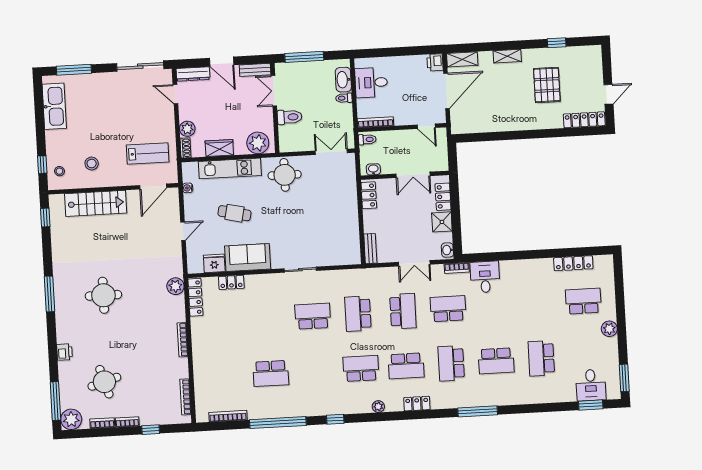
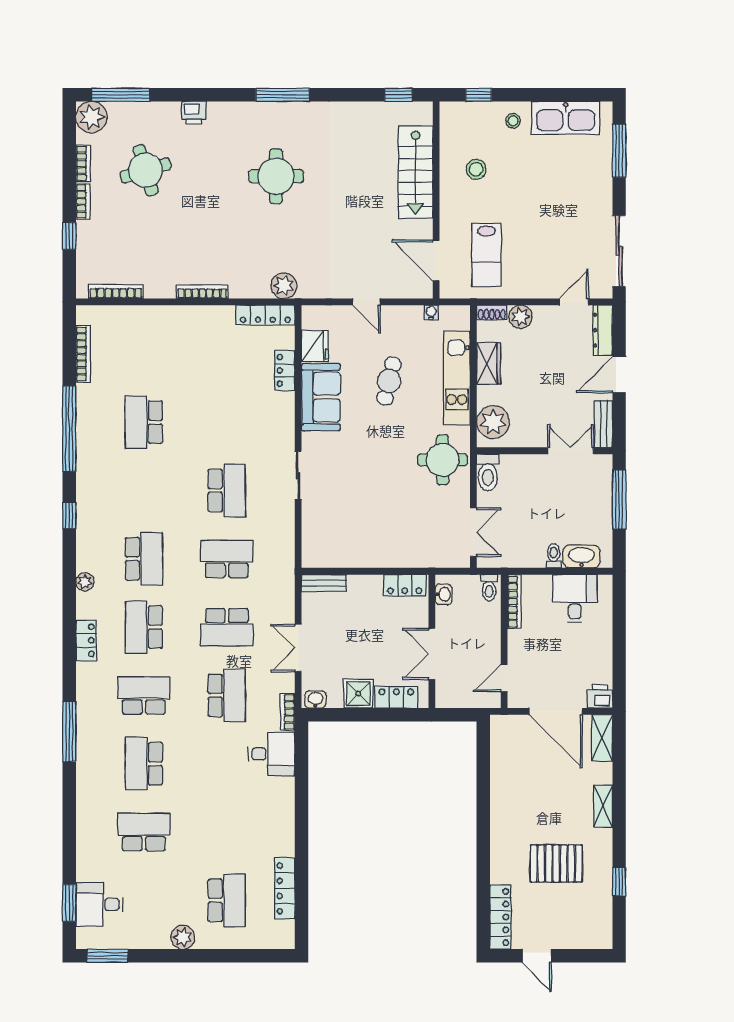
toilet: (290, 117) -> (488, 472), moved
stool: (59, 171) -> (513, 121), moved

